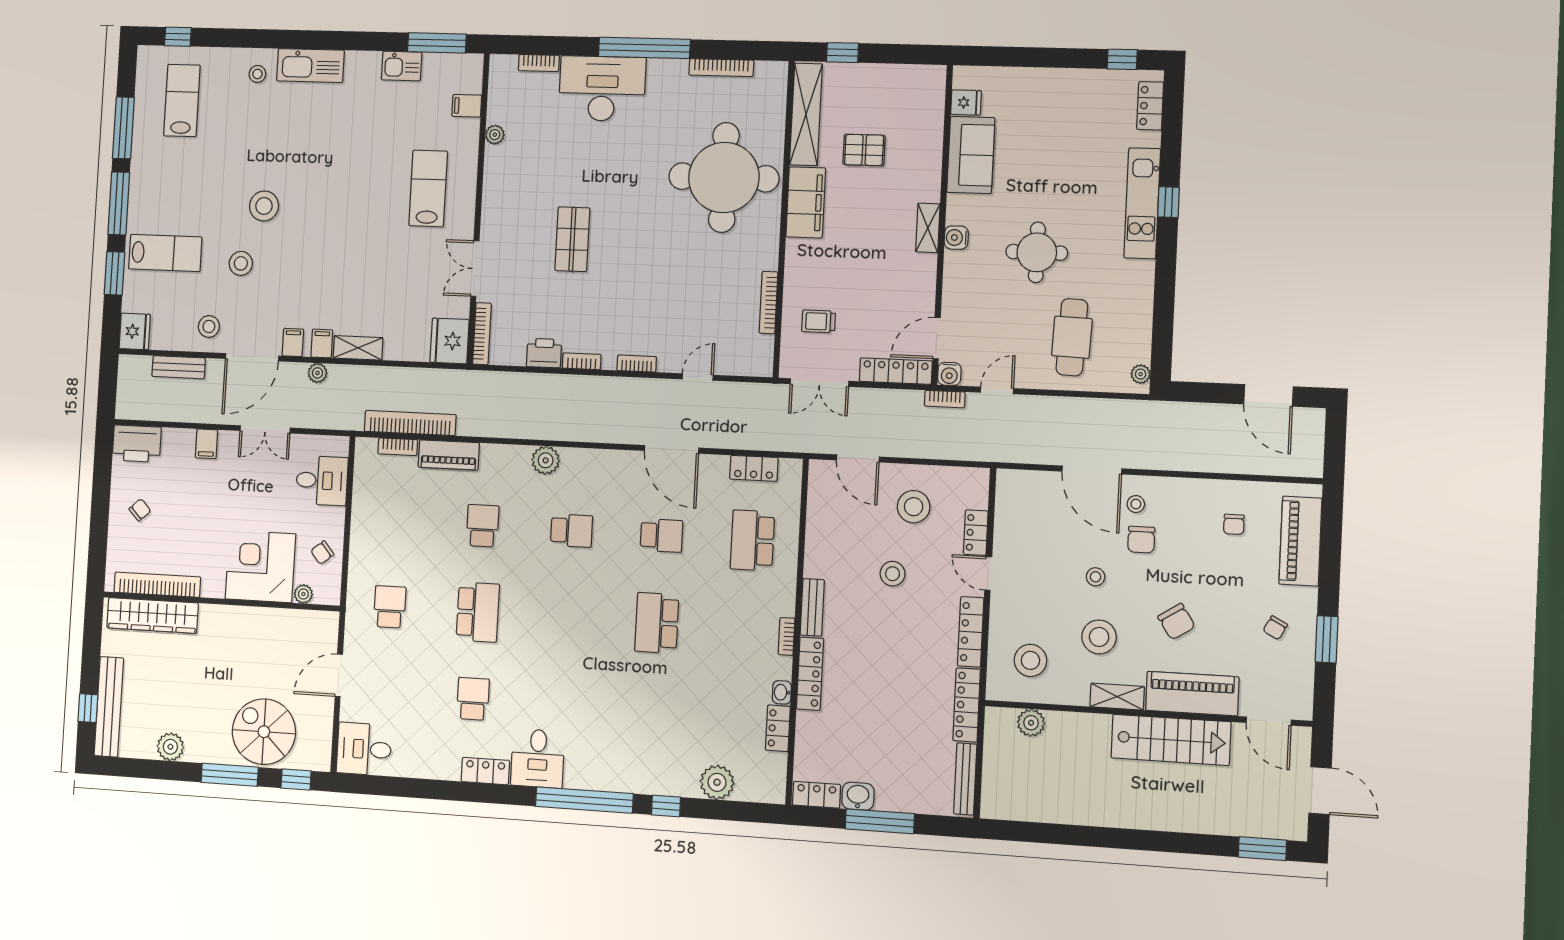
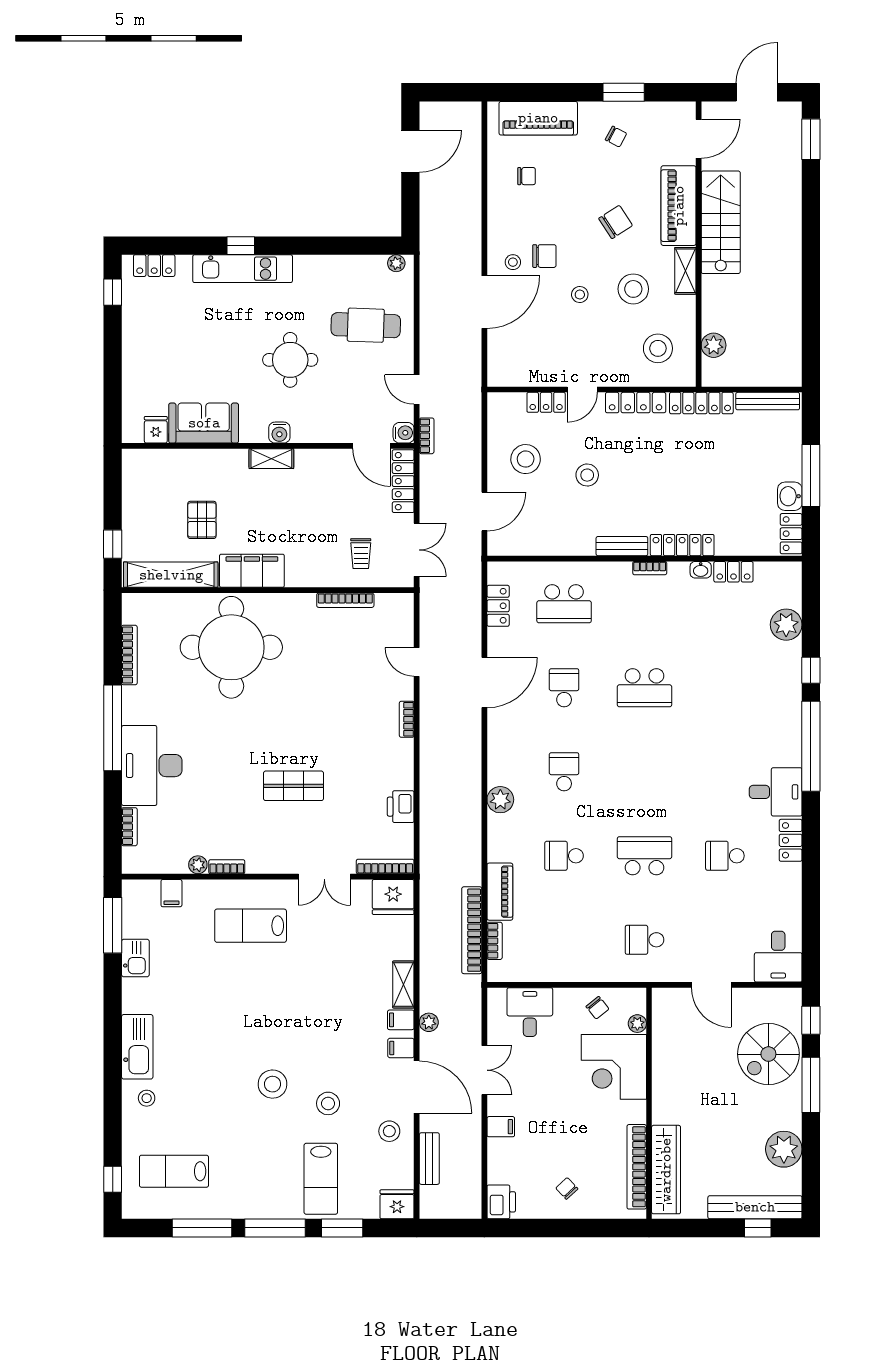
lab bench: (165, 253) -> (321, 1179), turned 180
bookcase: (582, 361) -> (227, 867), moved, turned 90
printer: (137, 444) -> (501, 1202), width x0.73, depth x0.84
plant: (170, 747) -> (784, 1149), width x1.36, depth x1.36

